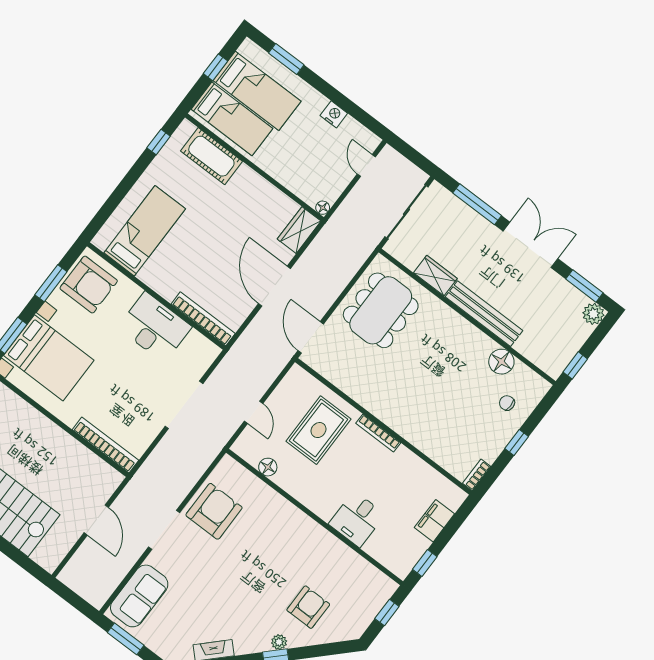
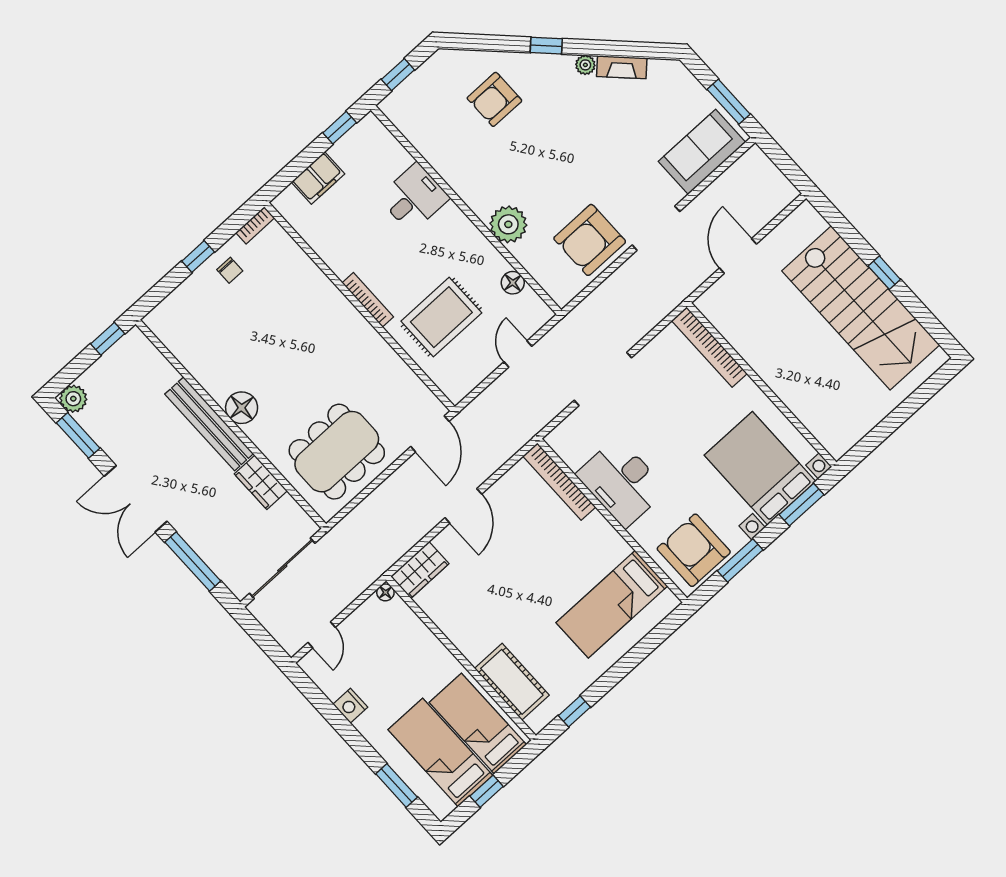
door: (274, 286) -> (463, 506), width x0.73
floor lamp: (501, 362) -> (242, 408), moved
chair: (507, 403) -> (230, 270), moved
plant: (280, 512) -> (508, 224), added
plant: (279, 642) -> (585, 65), moved

